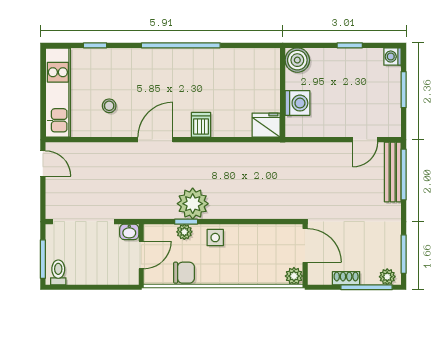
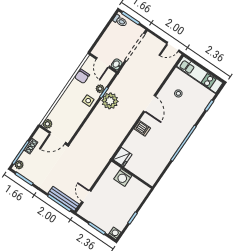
boiler: (297, 60) -> (142, 190), removed

